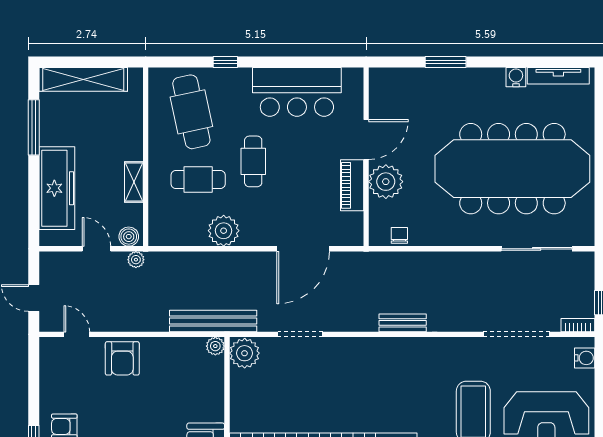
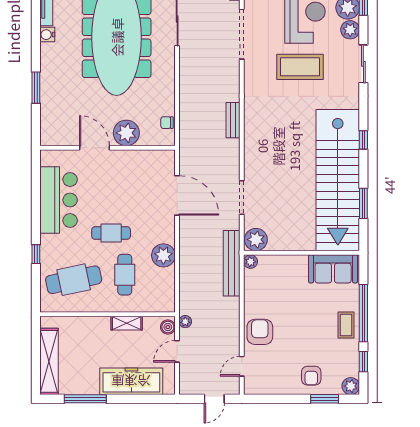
piano: (352, 185) -> (129, 158), removed
armchair: (122, 358) -> (260, 332), turned -90

